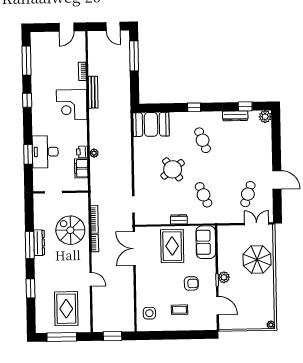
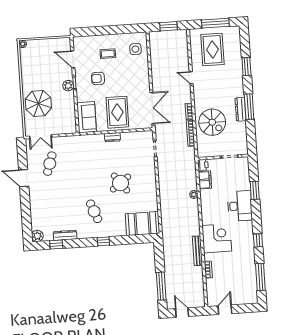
desk: (45, 152) -> (240, 206), moved
printer: (82, 152) -> (203, 165), moved
cafe table: (204, 195) -> (91, 161), removed

